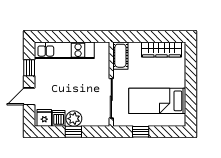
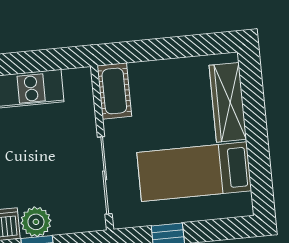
wardrobe: (162, 49) -> (228, 102), moved, turned 90

